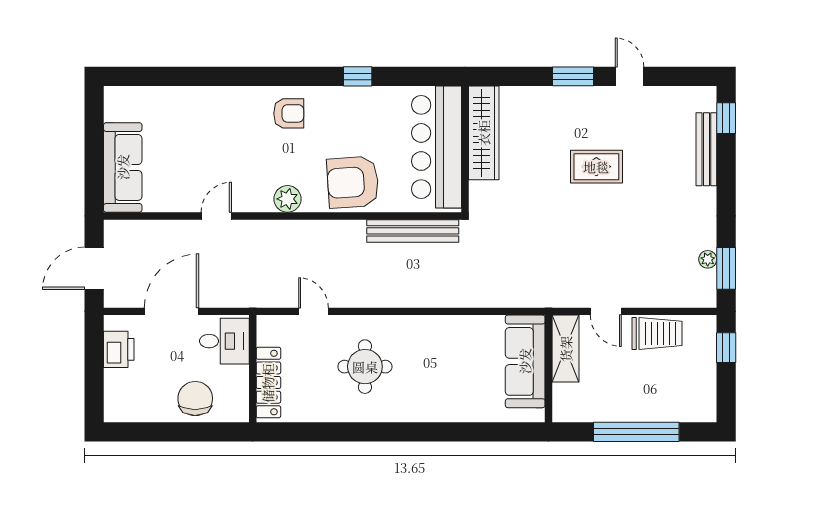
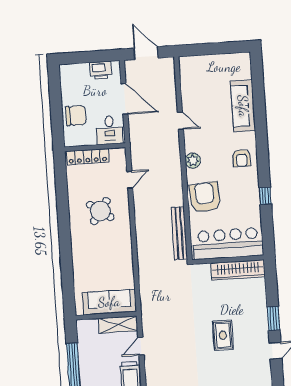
sofa: (123, 167) -> (243, 106), moved, turned 90
round table: (365, 367) -> (100, 211), turned 35

